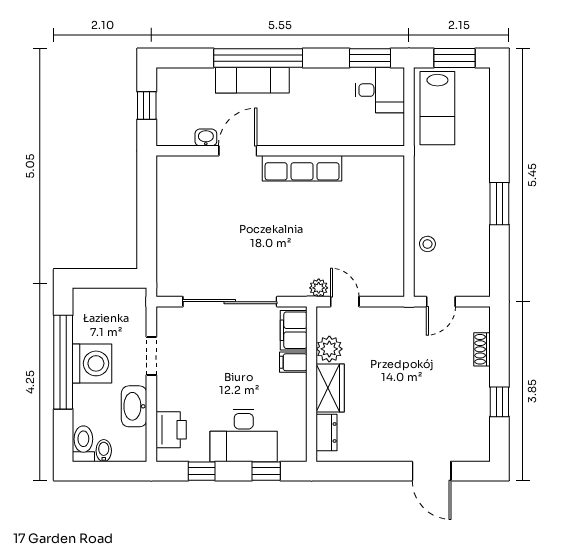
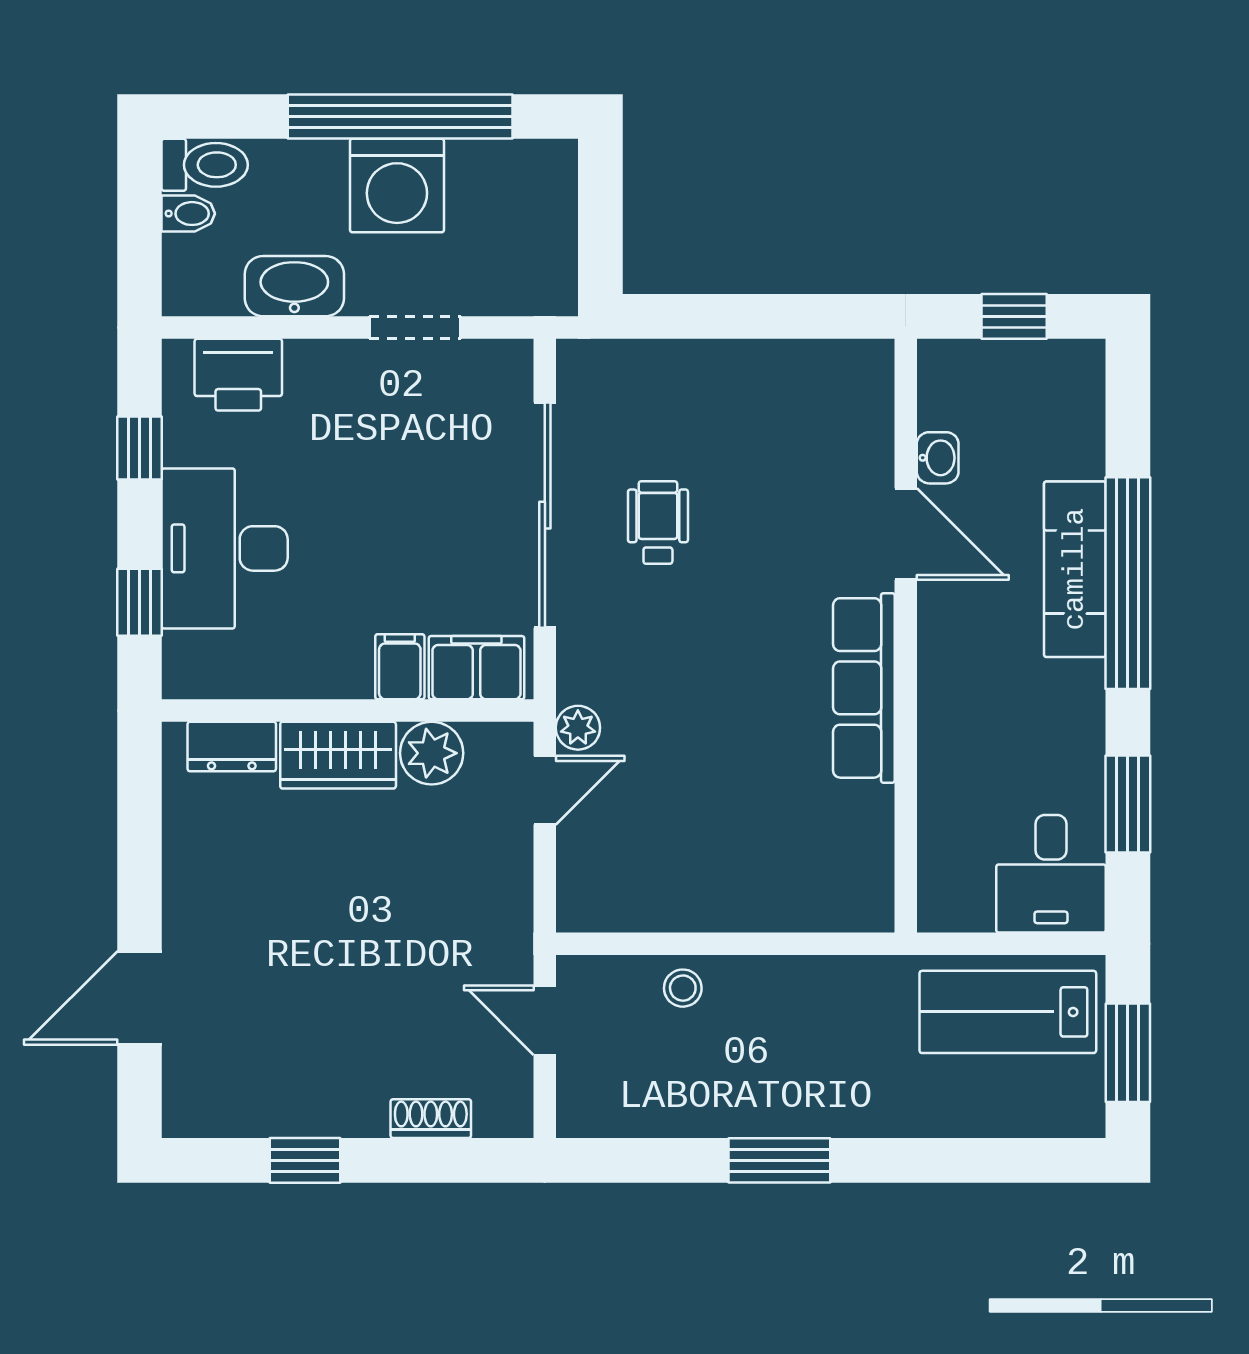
window: (370, 58) -> (1128, 804), moved
wheelchair: (233, 254) -> (658, 522), added

